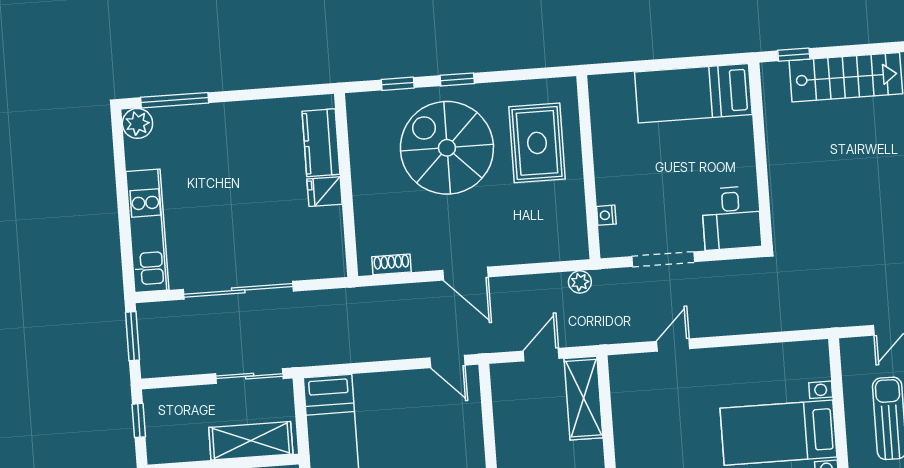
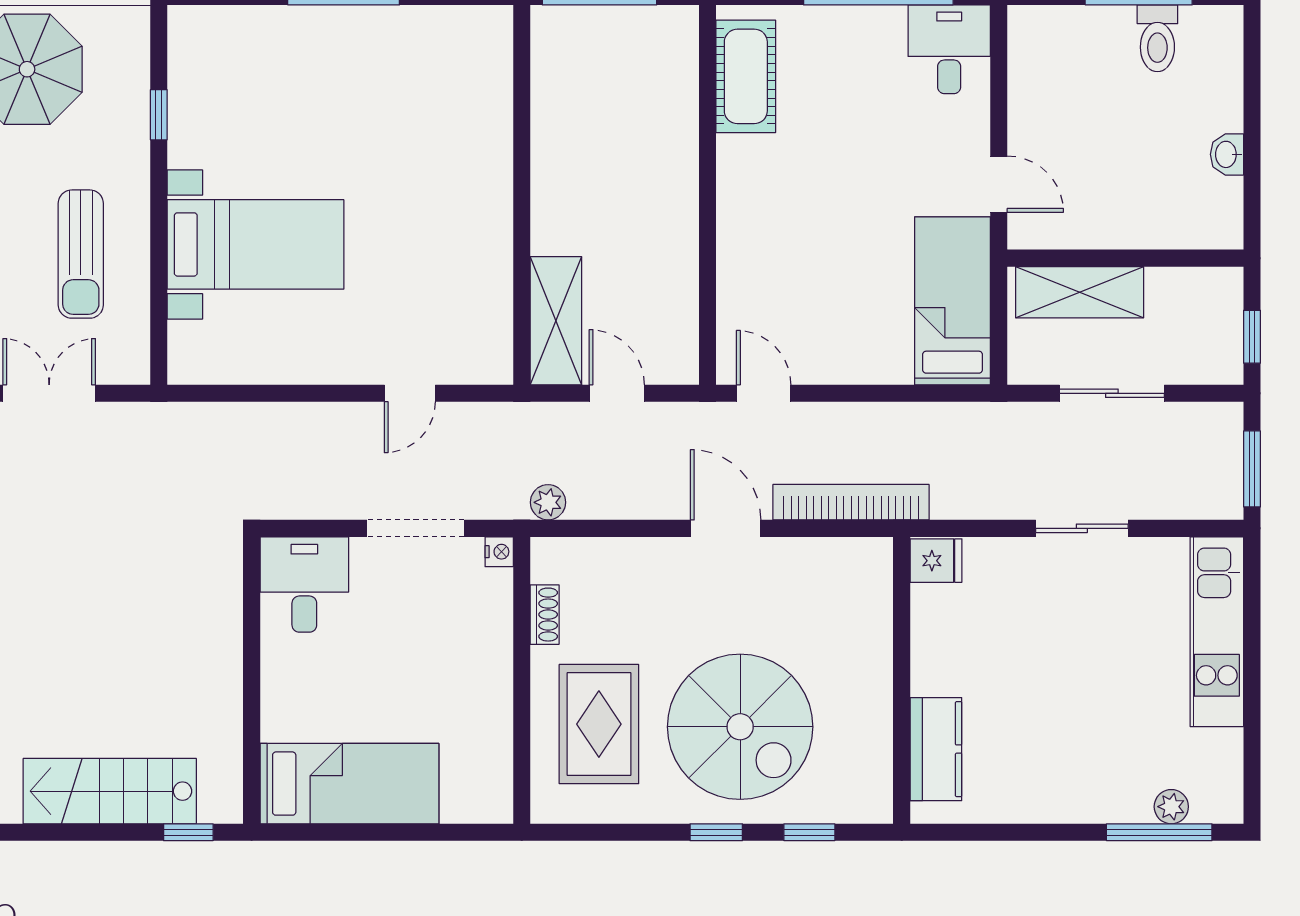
plant: (137, 123) -> (1171, 807), moved, width x0.73, depth x0.73
fridge: (325, 192) -> (936, 561), moved
nightstand: (606, 215) -> (499, 552), moved
shoe rack: (392, 264) -> (545, 615), moved, turned -90
sliding door: (238, 290) -> (1082, 528), width x0.54
bookcase: (387, 296) -> (851, 502), added
door: (541, 355) -> (617, 393), swing flipped
sliding door: (250, 376) -> (1112, 393), moved

